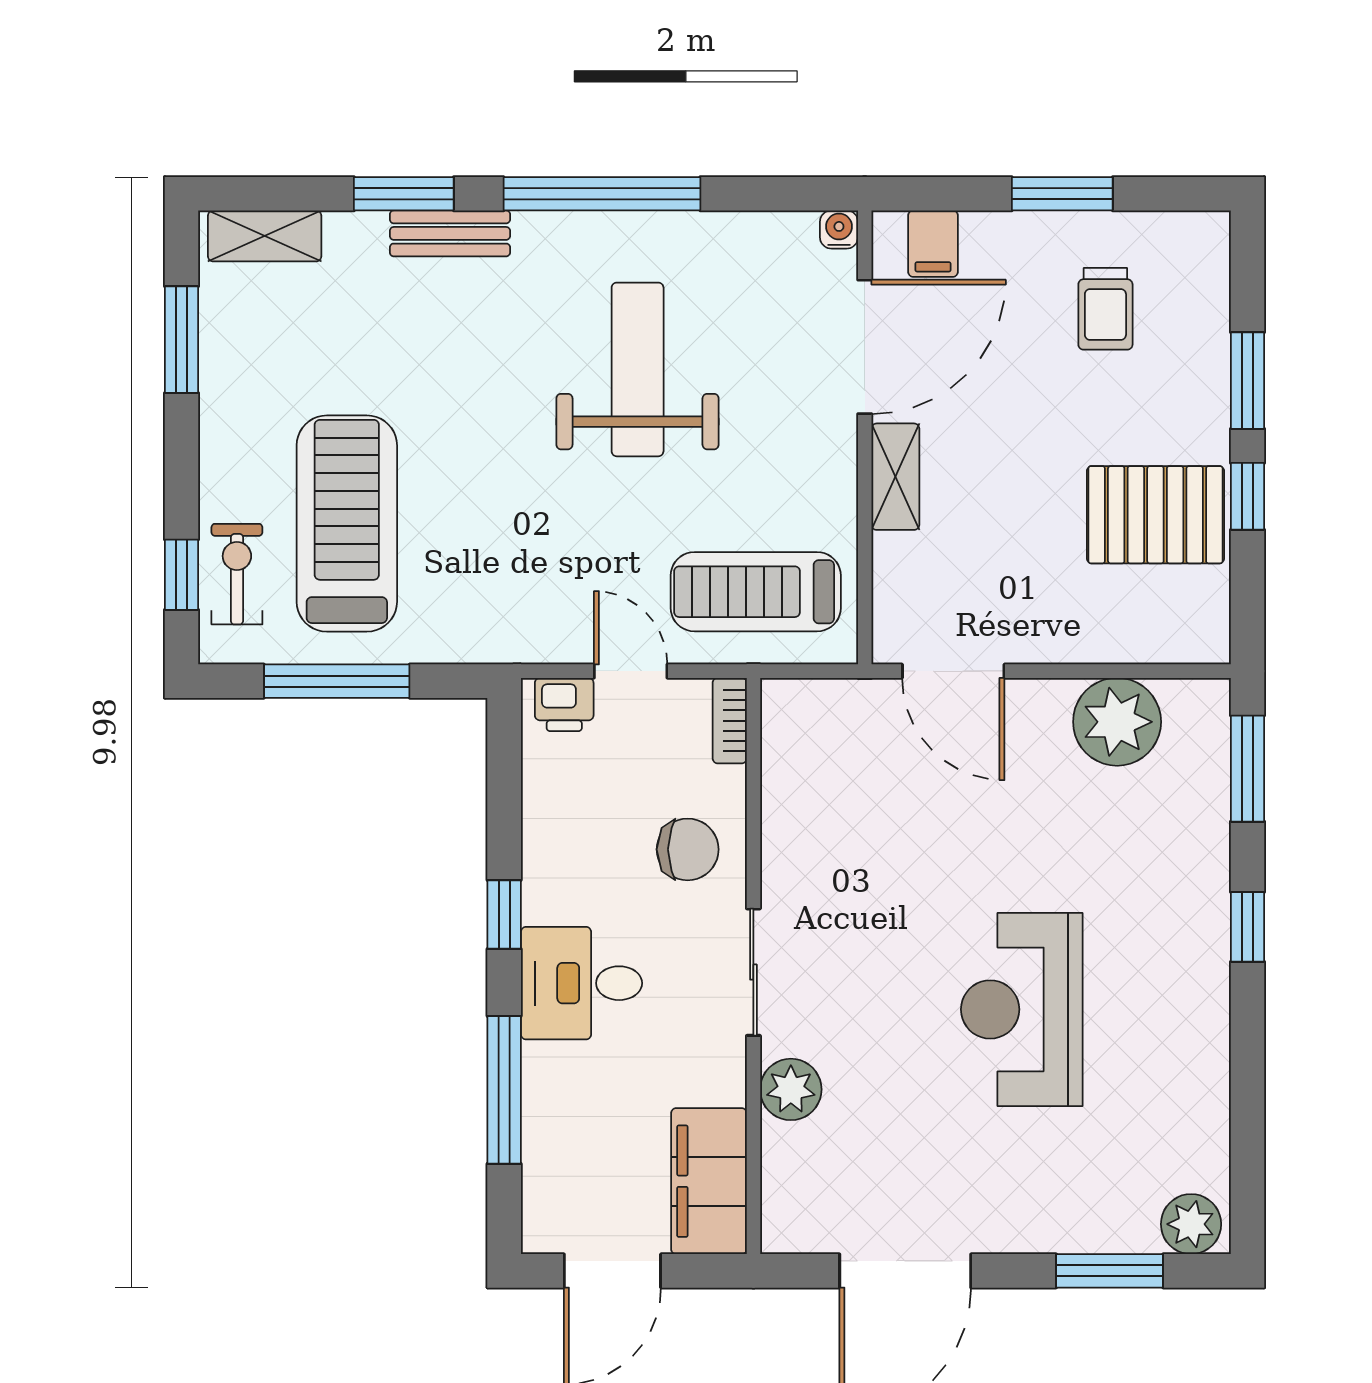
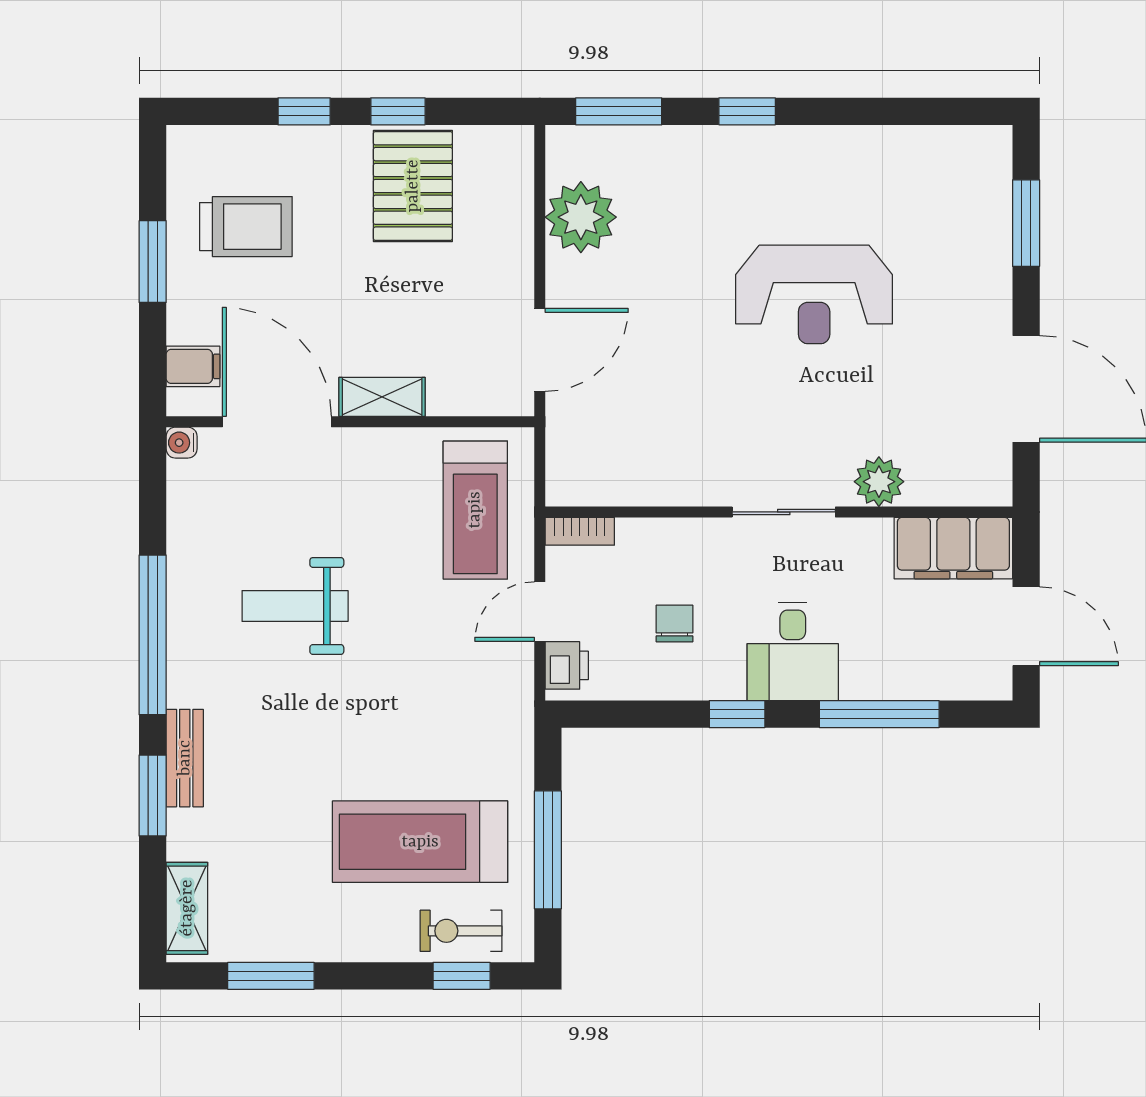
trolley: (1105, 309) -> (246, 227), width x1.36, depth x1.39
weight bench: (638, 369) -> (295, 606), width x0.73, depth x0.75
window: (1247, 381) -> (304, 111), width x0.67
chair: (688, 849) -> (675, 623), moved, width x0.73, depth x0.73
plant: (1191, 1224) -> (988, 157), removed

